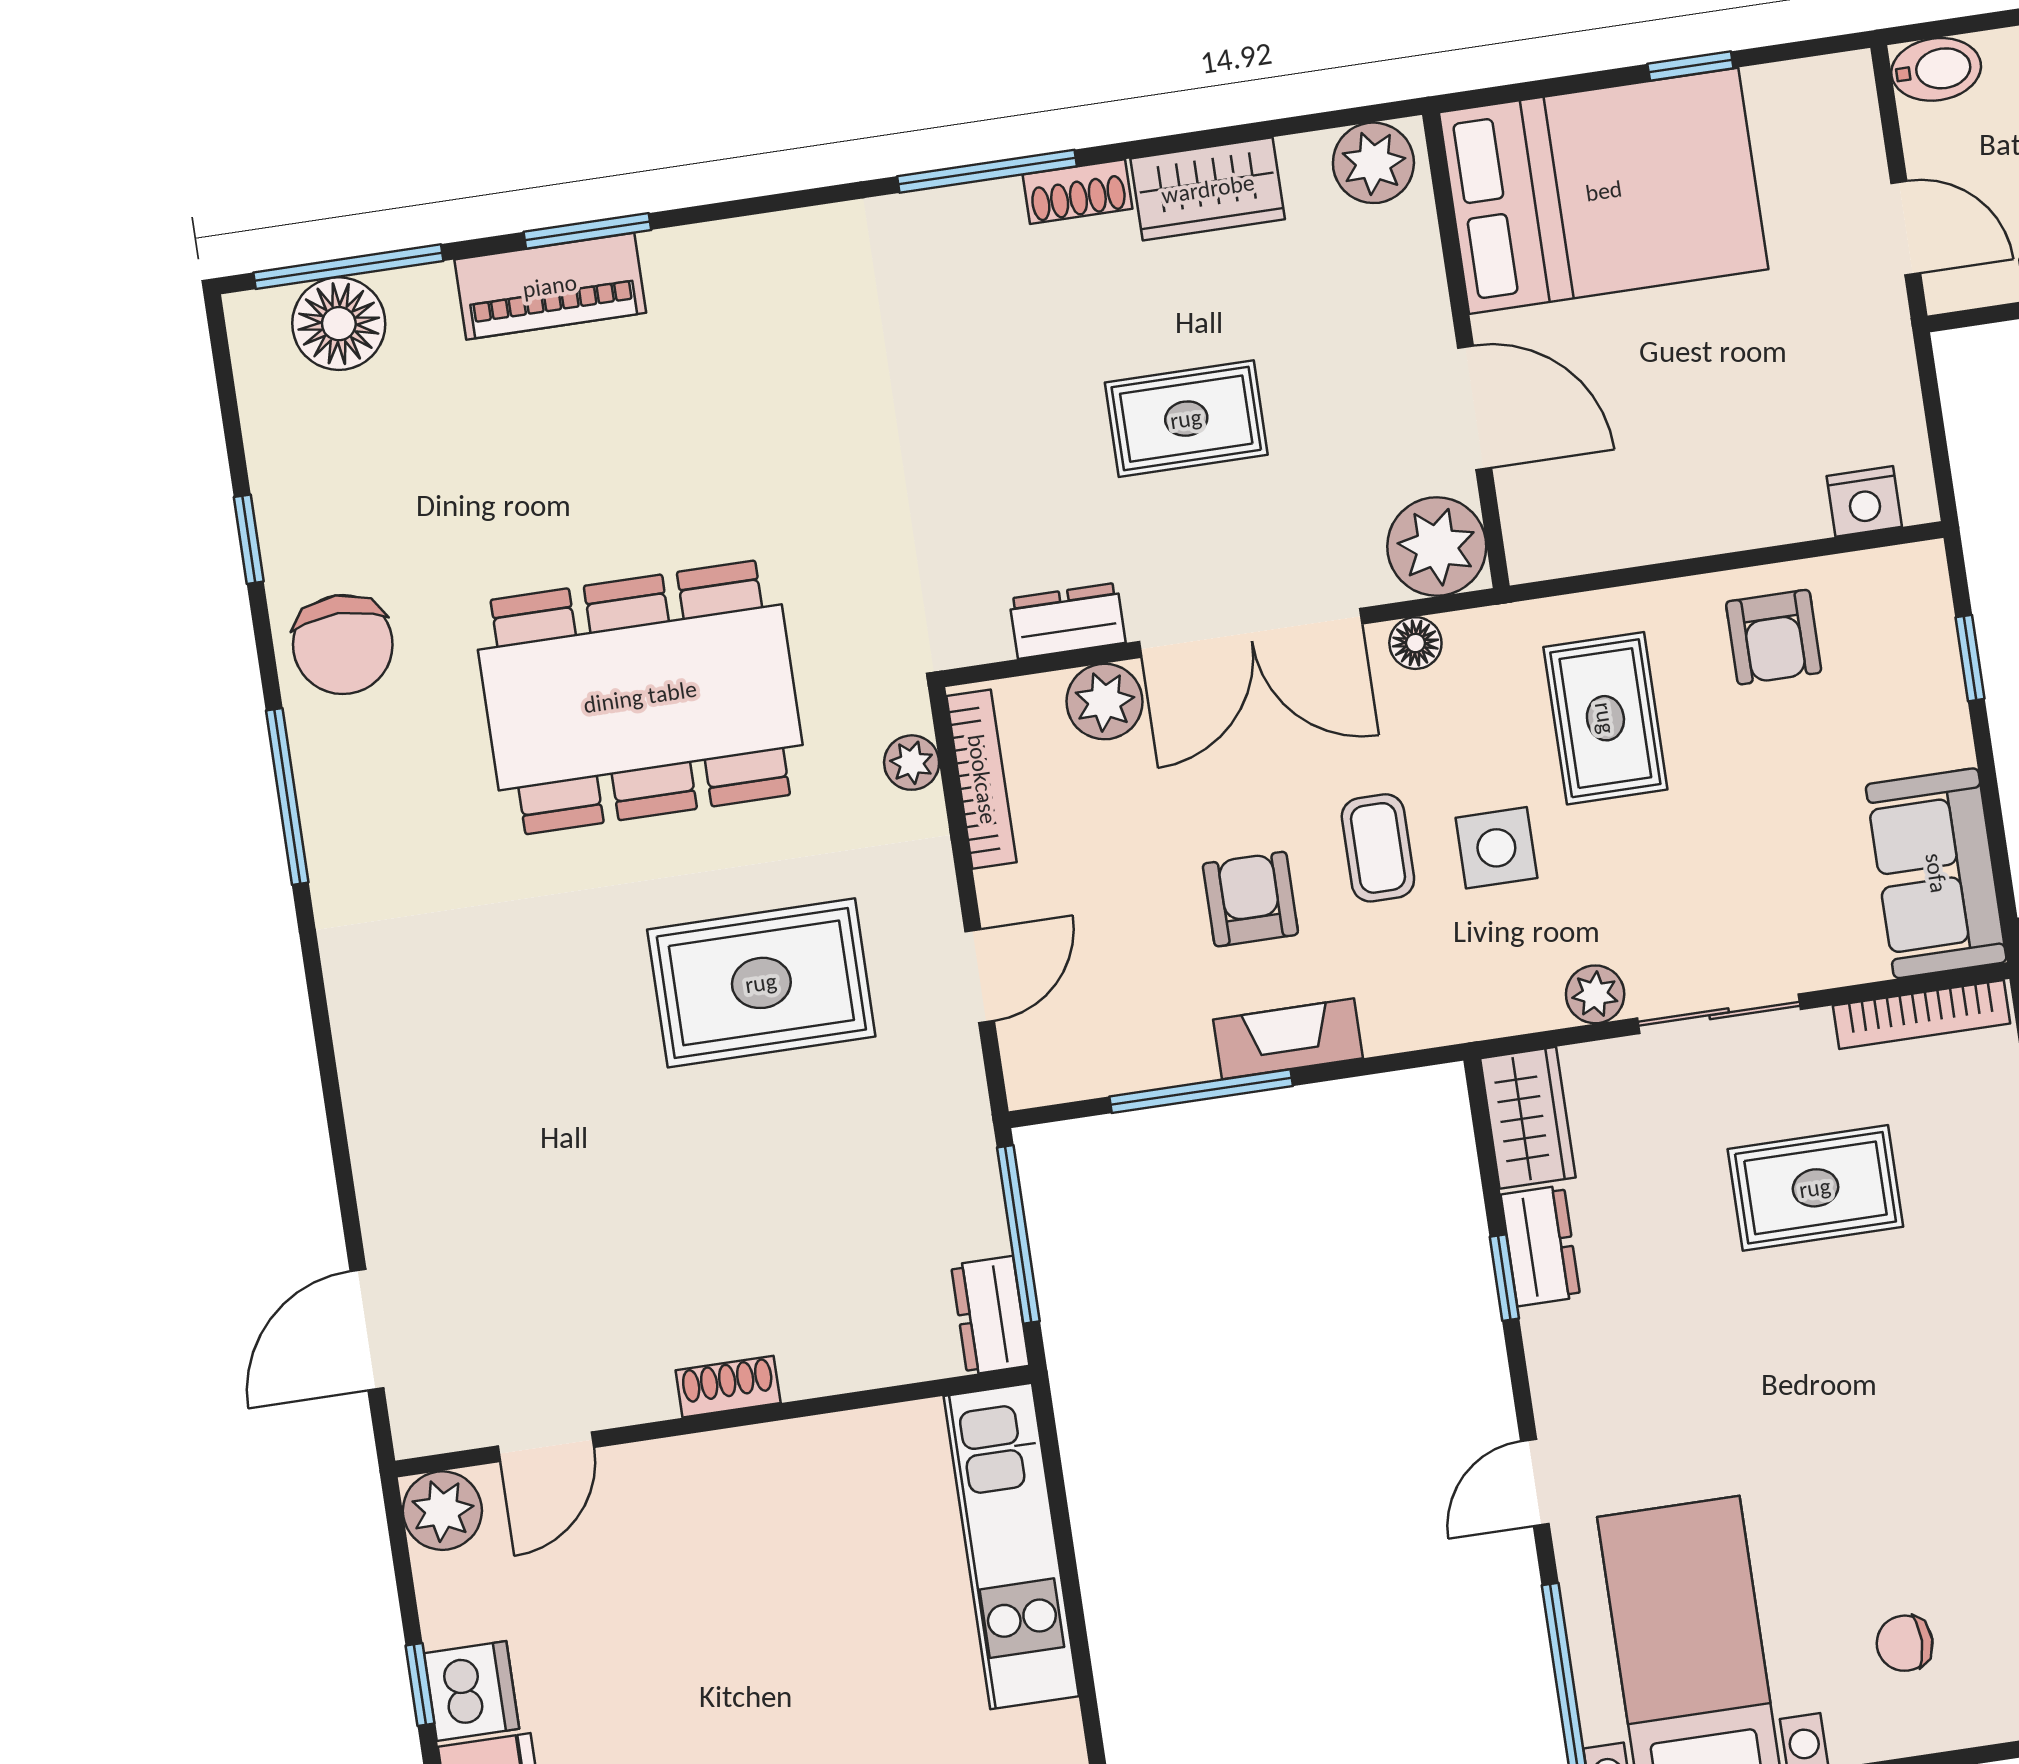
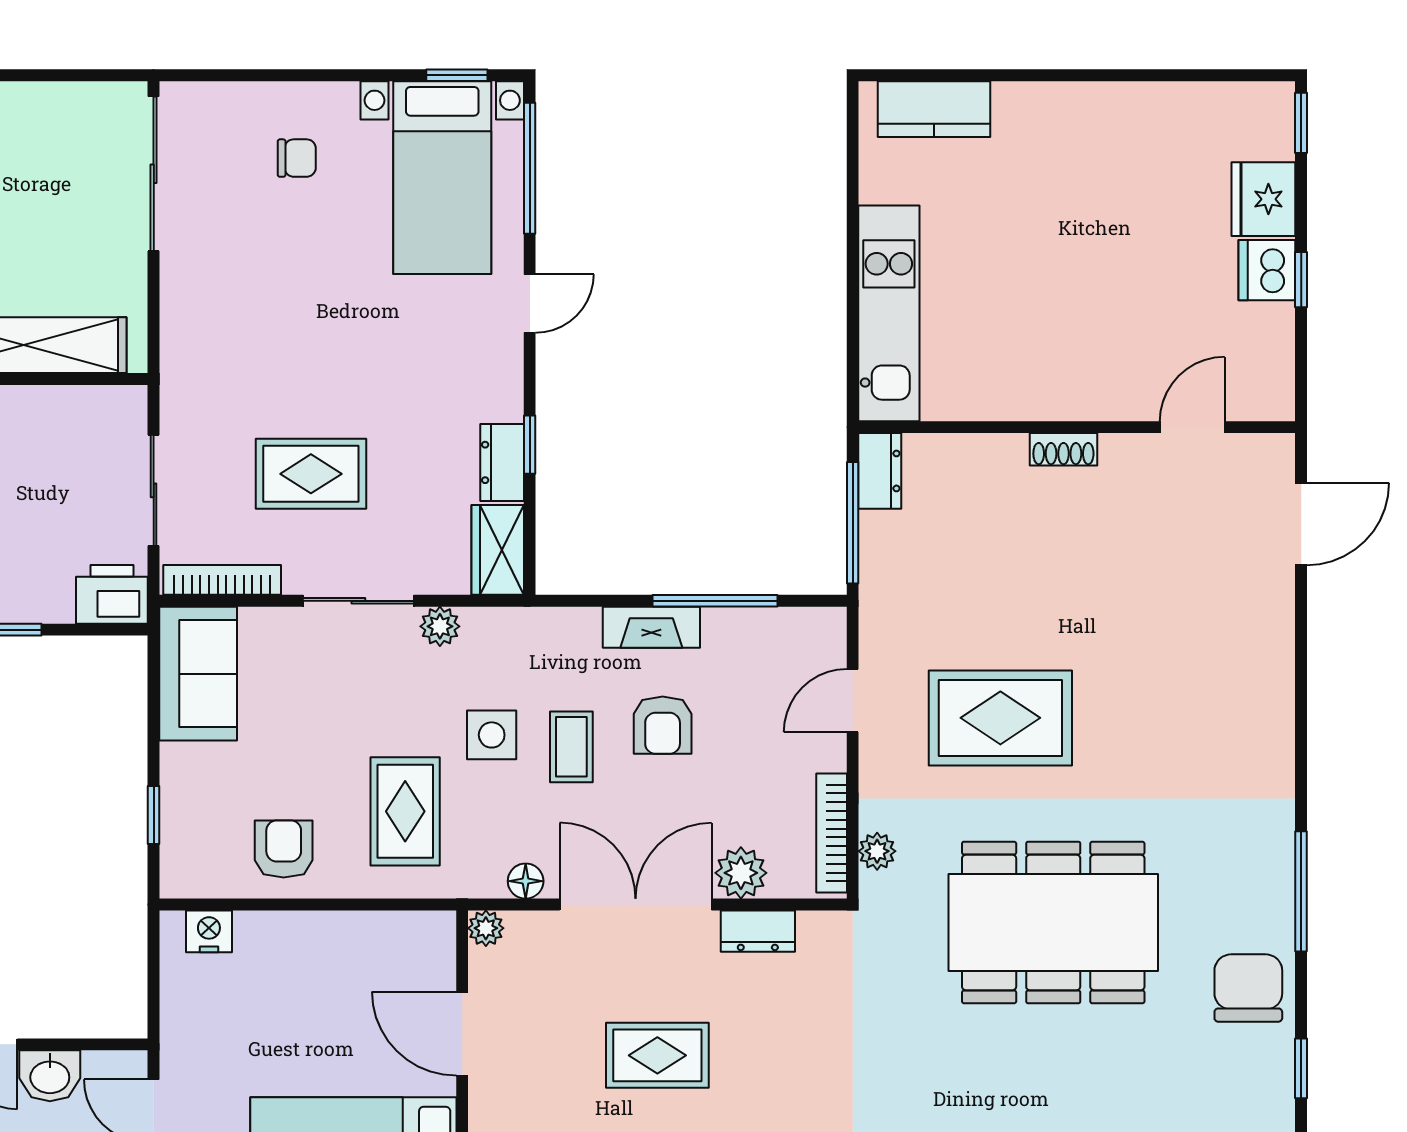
plant: (1437, 546) -> (486, 928), width x0.53, depth x0.53
plant: (442, 1511) -> (1268, 395), removed

